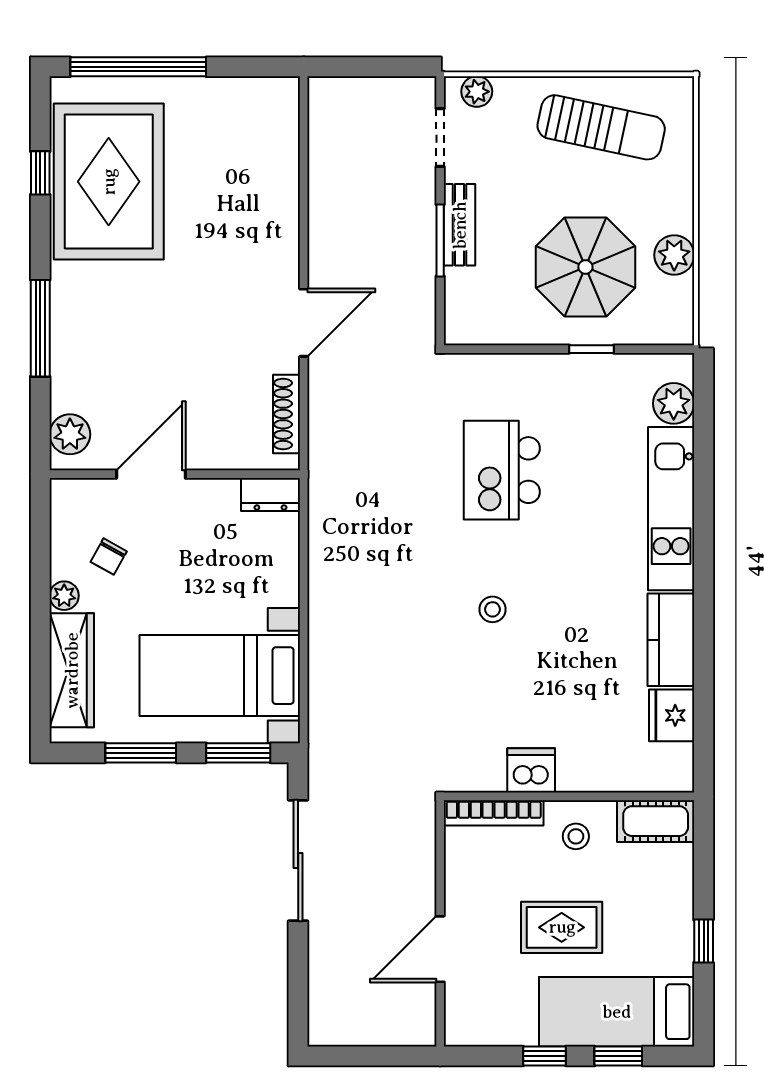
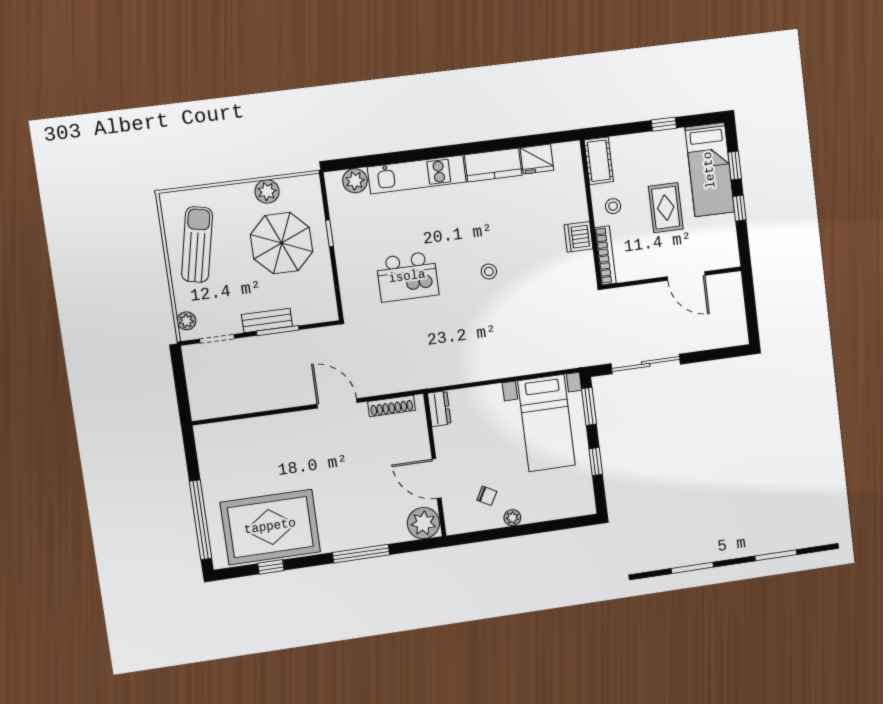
plant: (70, 434) -> (423, 523), width x1.36, depth x1.36
wardrobe: (72, 670) -> (554, 507), removed
window: (141, 753) -> (596, 462), width x0.67

